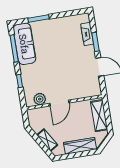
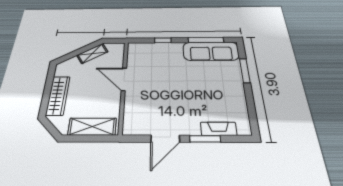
plant: (40, 99) -> (135, 58), removed
shelving: (47, 140) -> (92, 54), moved

